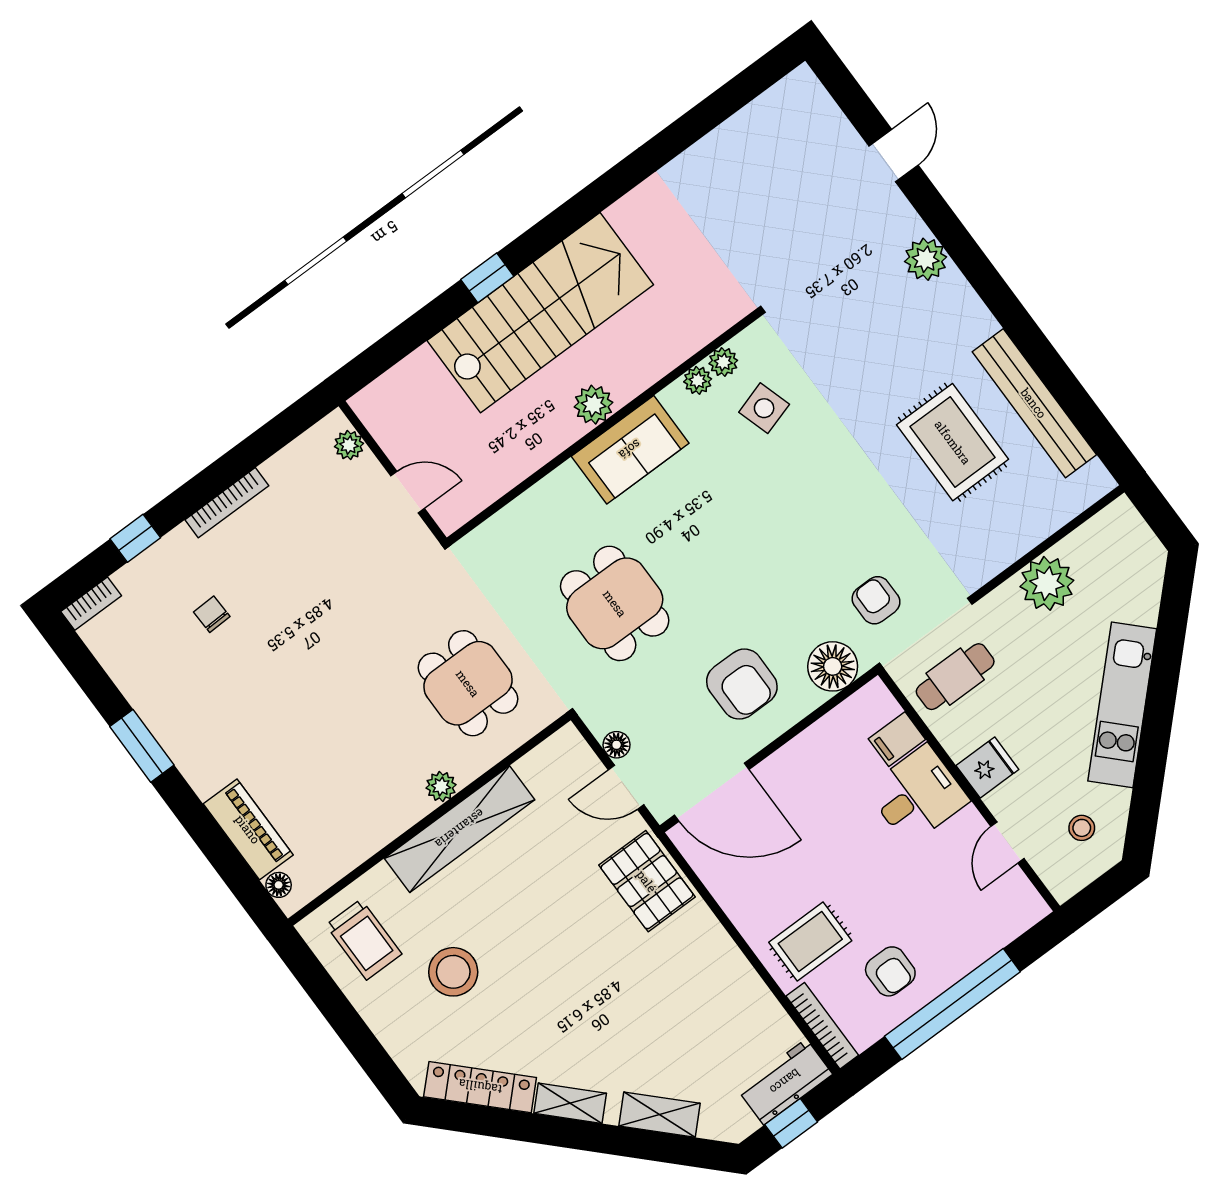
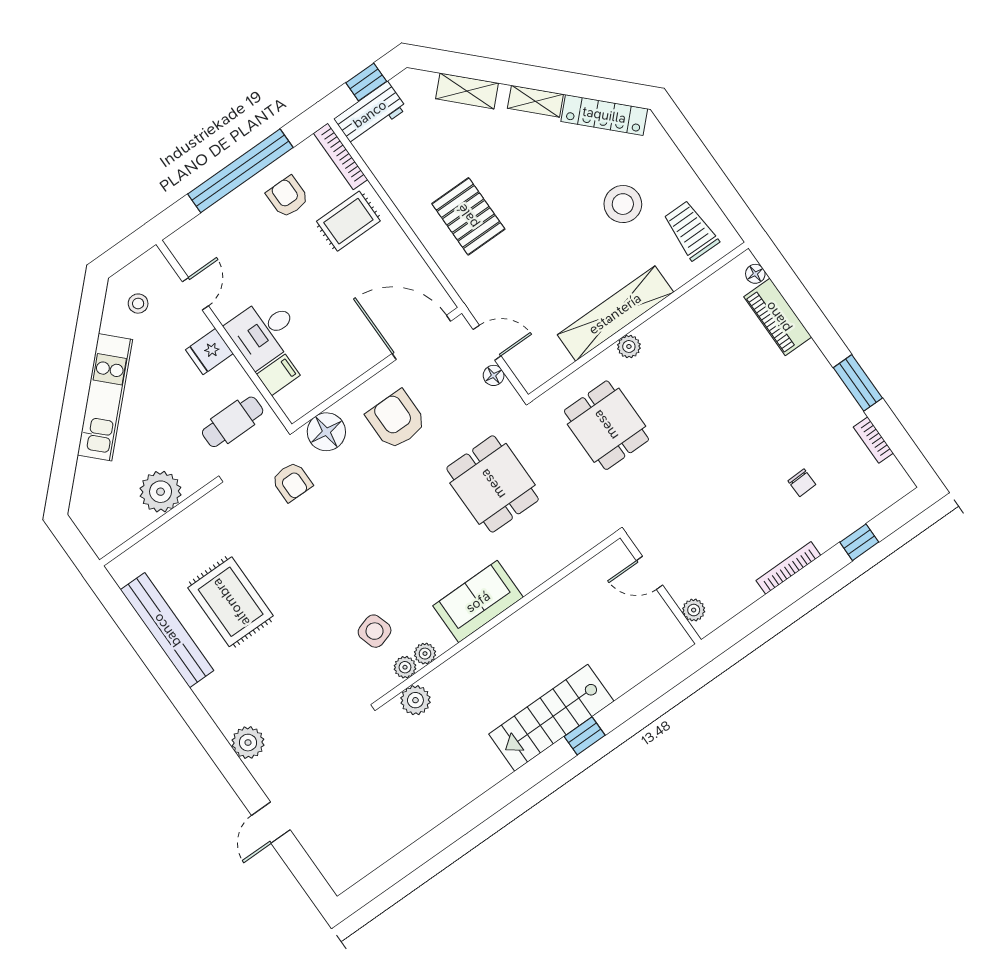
stairs: (540, 313) -> (551, 718), width x0.73, depth x0.66
plant: (594, 405) -> (415, 700), moved
bookcase: (91, 604) -> (873, 440), moved, turned -90
pallet: (647, 881) -> (468, 216), moved

